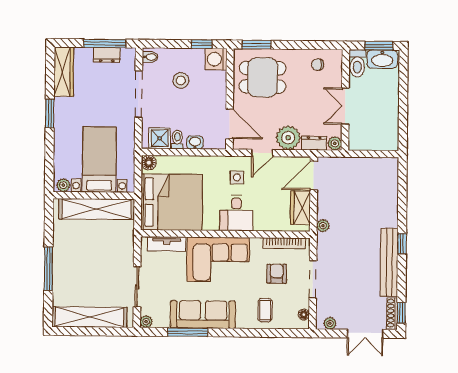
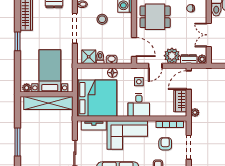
floor lamp: (149, 163) -> (112, 73), moved

